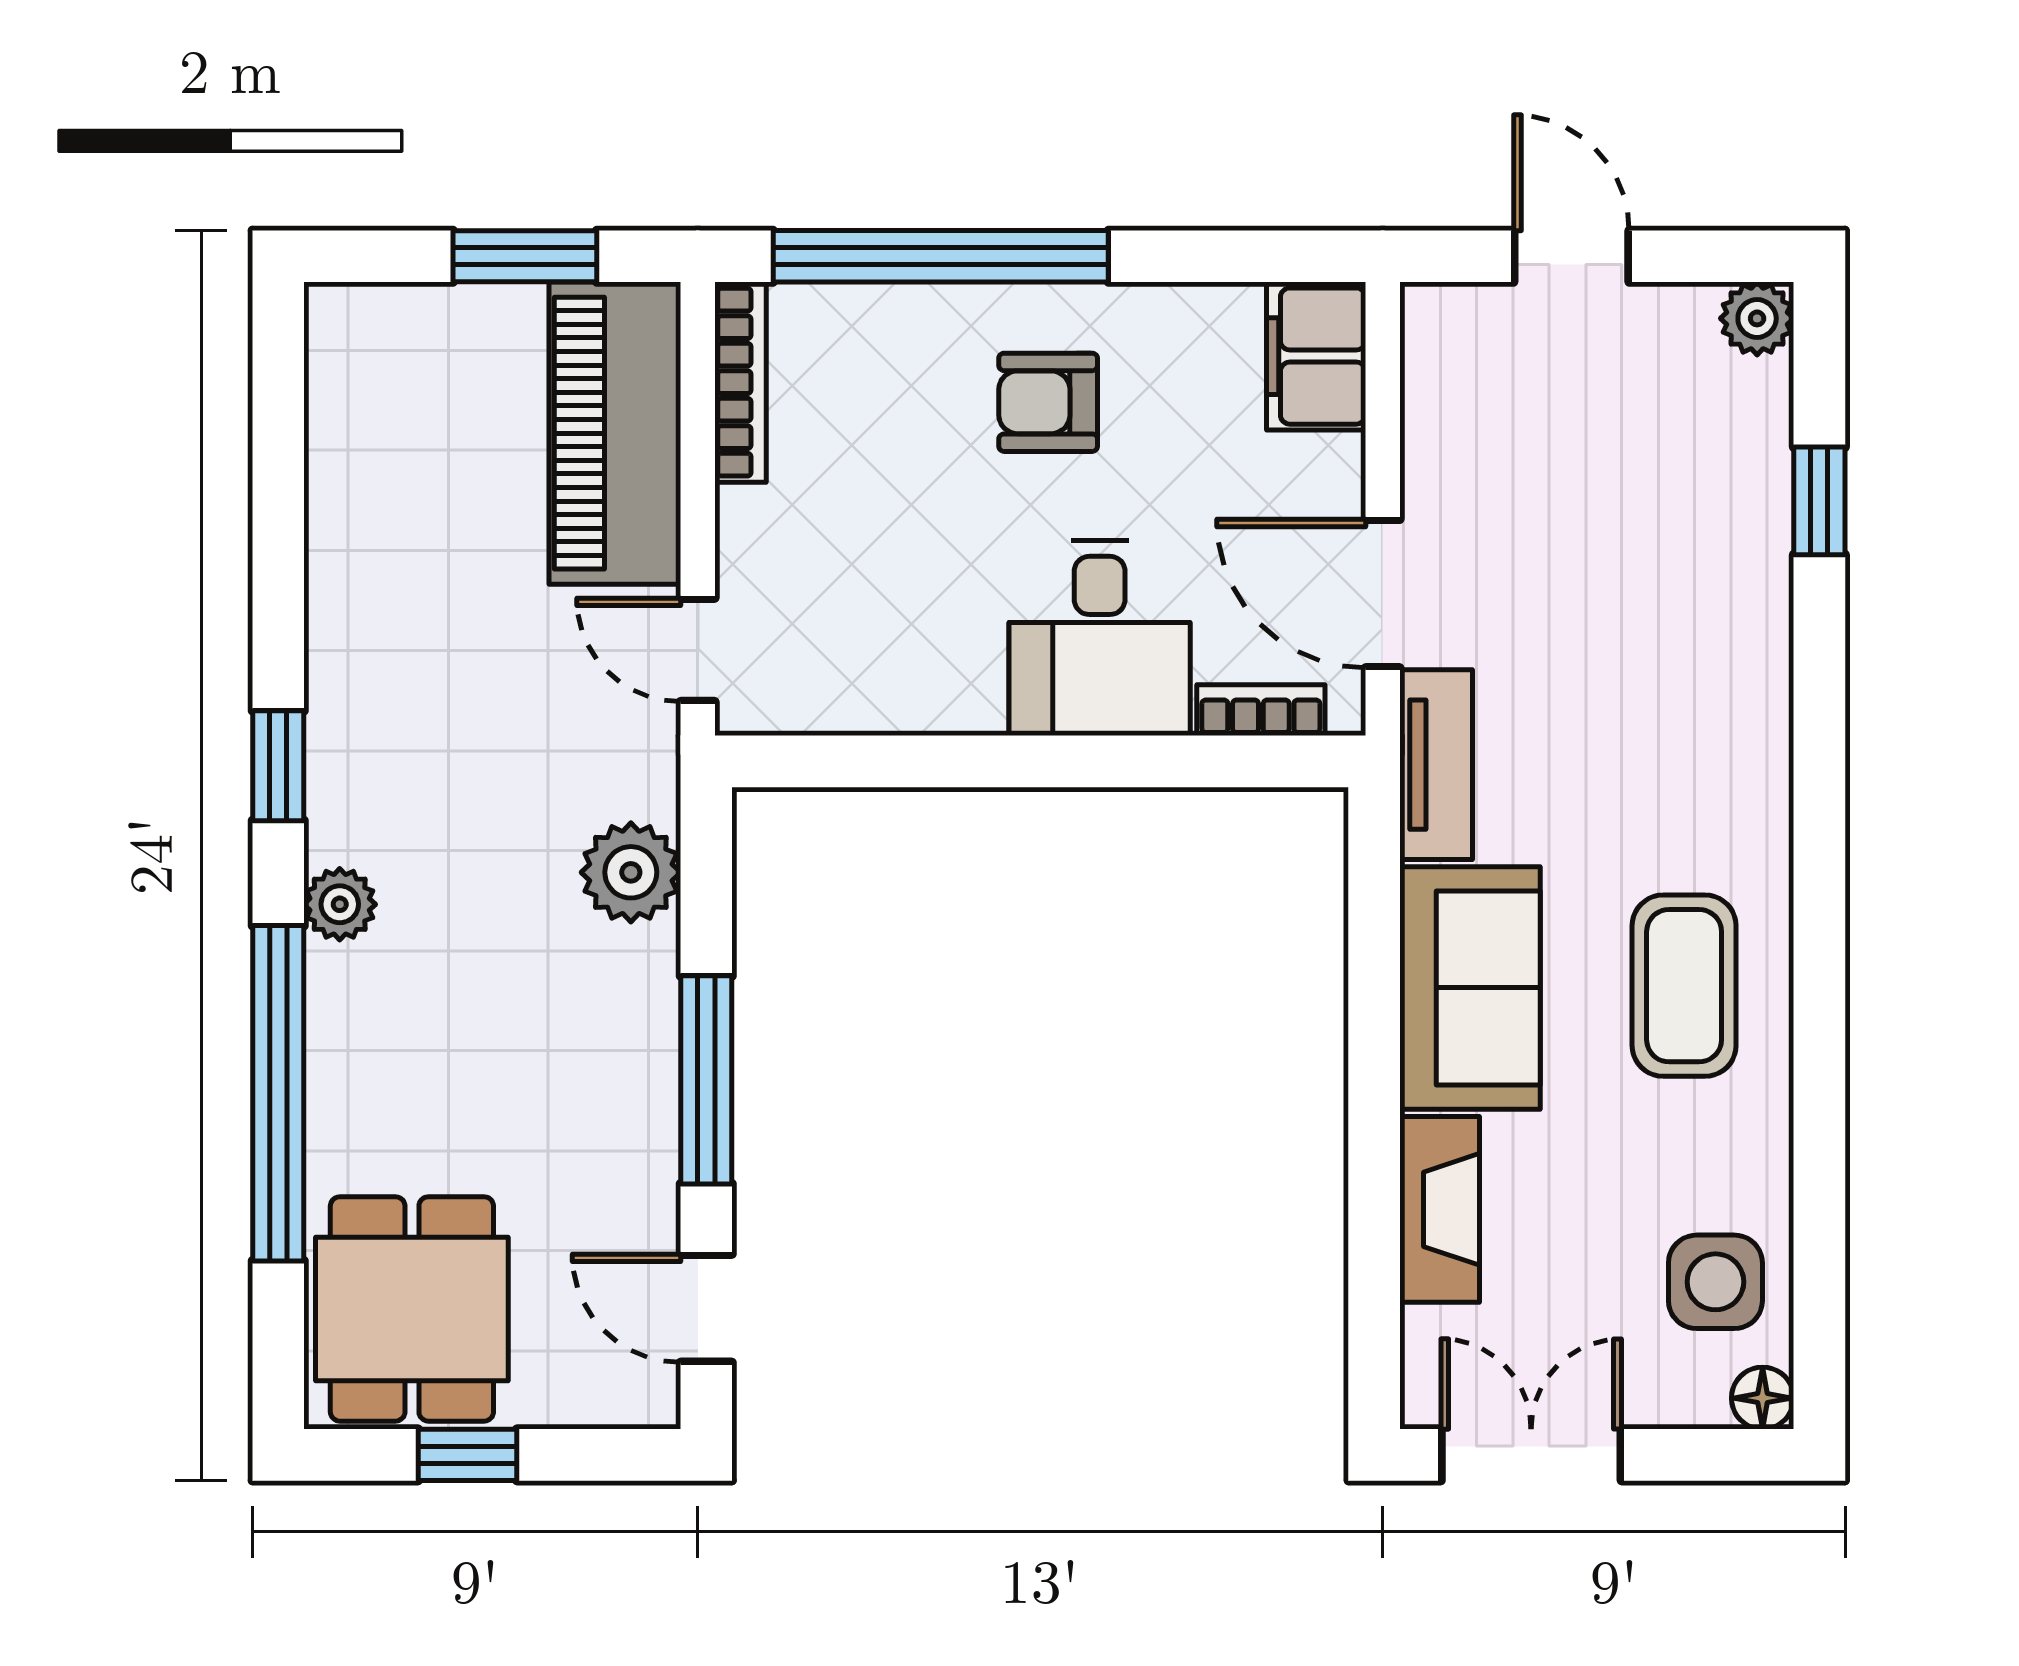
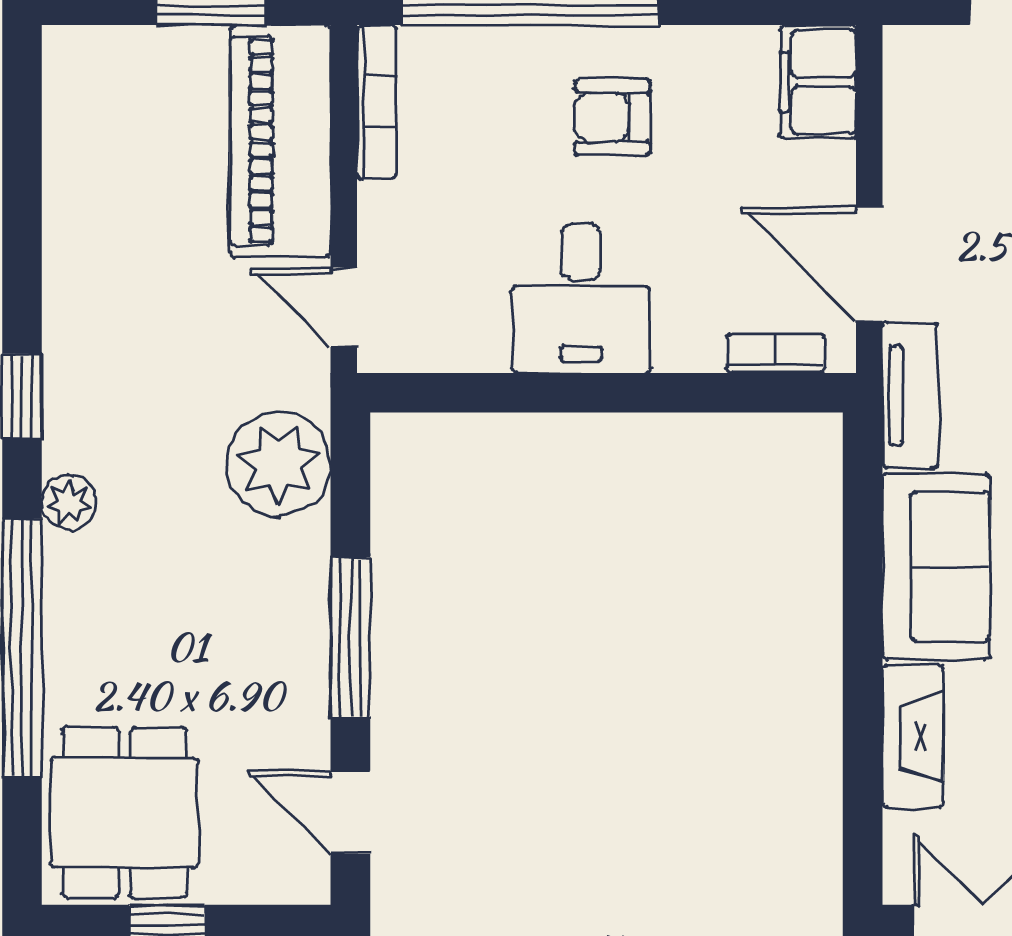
desk: (1100, 638) -> (581, 298), moved
plant: (631, 872) -> (279, 464), width x1.36, depth x1.36

